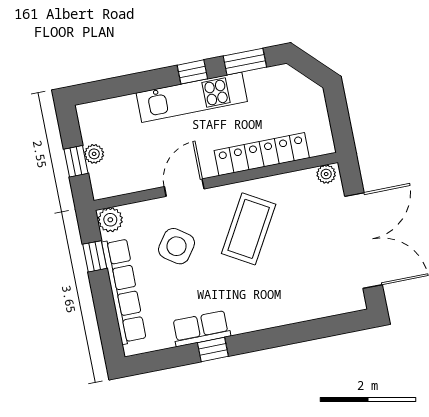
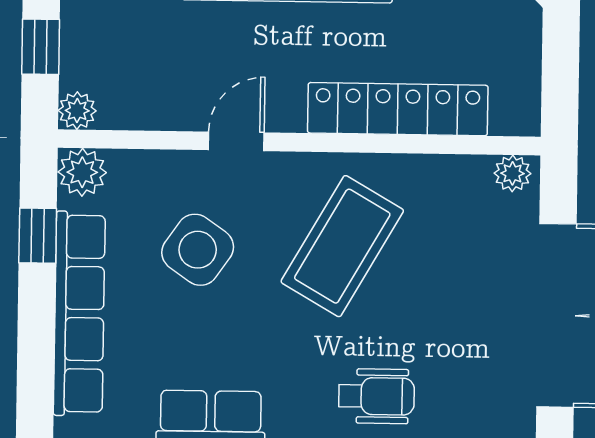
plant: (94, 154) -> (77, 111), moved
door: (184, 188) -> (236, 141), width x0.73
wheelchair: (282, 300) -> (376, 396), added

